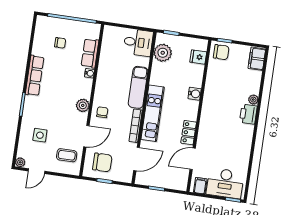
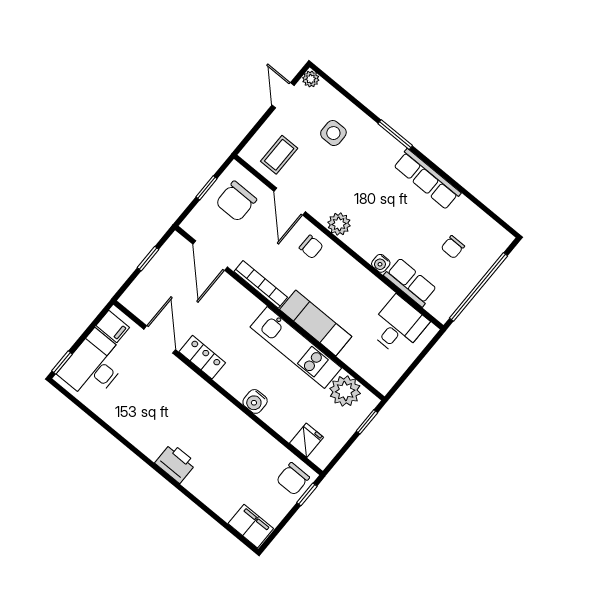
desk: (138, 42) -> (398, 326), moved, turned 180
plant: (253, 100) -> (193, 484), removed
kitchen unit: (153, 113) -> (296, 348), moved

